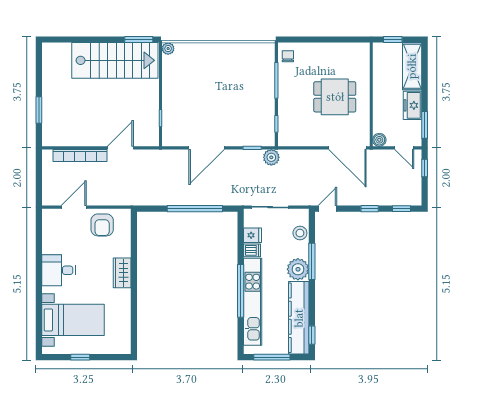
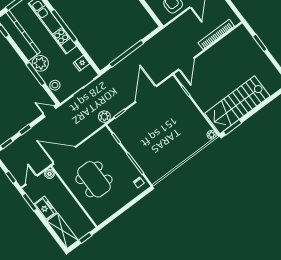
dining table: (335, 97) -> (94, 179), width x1.38
door: (120, 148) -> (186, 64), moved
door: (404, 148) -> (32, 180), hinge flipped
door: (327, 209) -> (50, 111), swing flipped
dishwasher: (252, 250) -> (75, 54), removed

